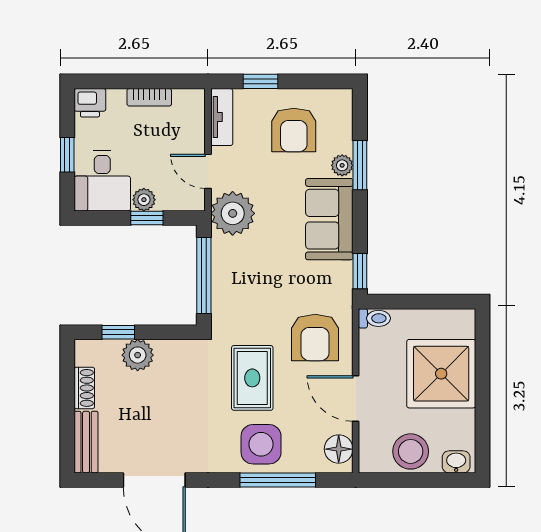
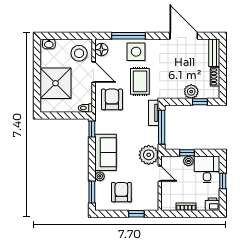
tv unit: (222, 117) -> (154, 113), moved
window: (360, 165) -> (92, 192), moved
stool: (411, 451) -> (79, 53), moved

